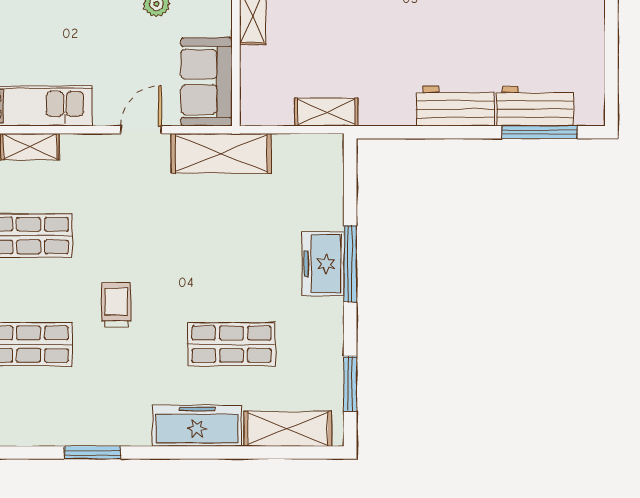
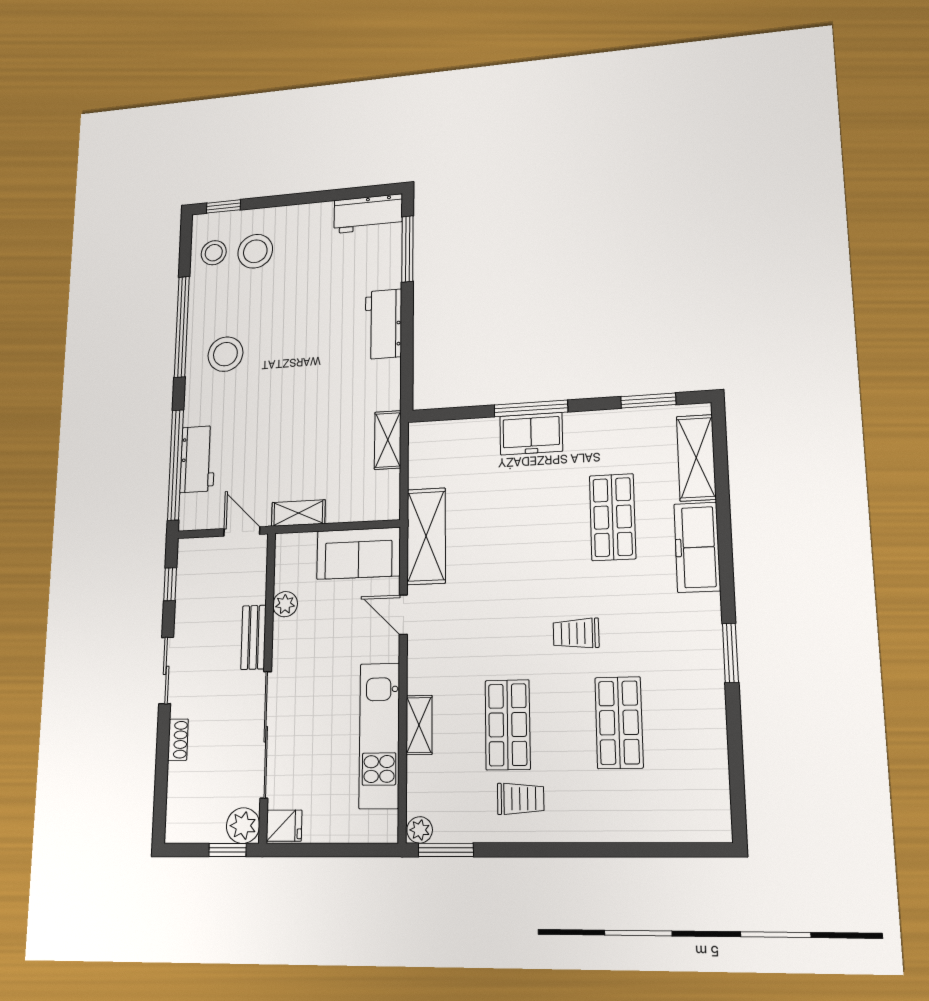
workbench: (535, 106) -> (368, 214), moved, turned -90

